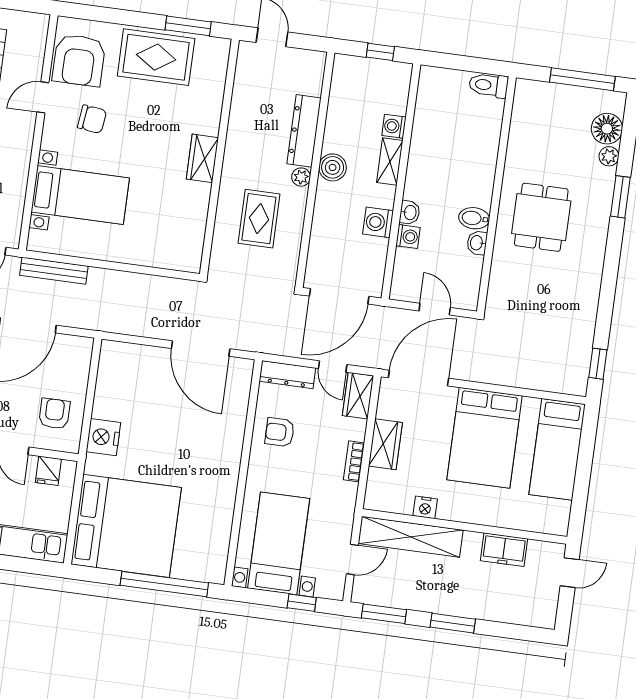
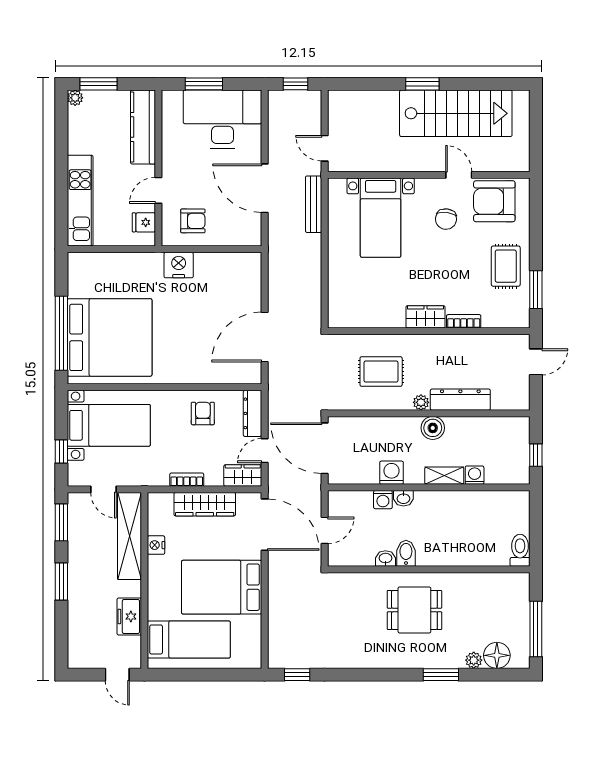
rug: (156, 57) -> (506, 266), width x0.73, depth x0.70
bookcase: (214, 115) -> (464, 321), added
wardrobe: (385, 444) -> (205, 504), width x1.50
bed: (557, 449) -> (189, 639), moved, turned 180
bed: (126, 526) -> (110, 337), moved, turned -90

